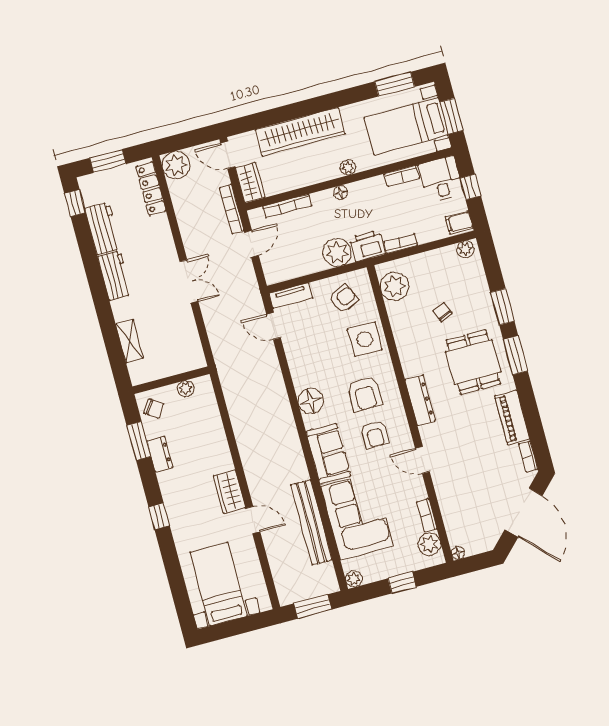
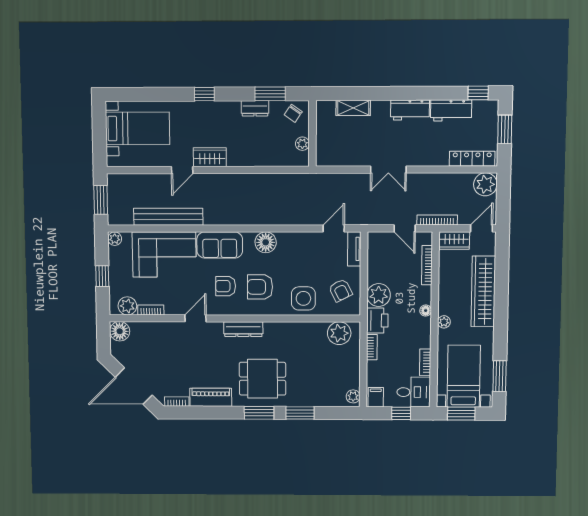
chair: (443, 312) -> (309, 365), removed
floor lamp: (458, 553) -> (120, 331), width x1.89, depth x1.89

